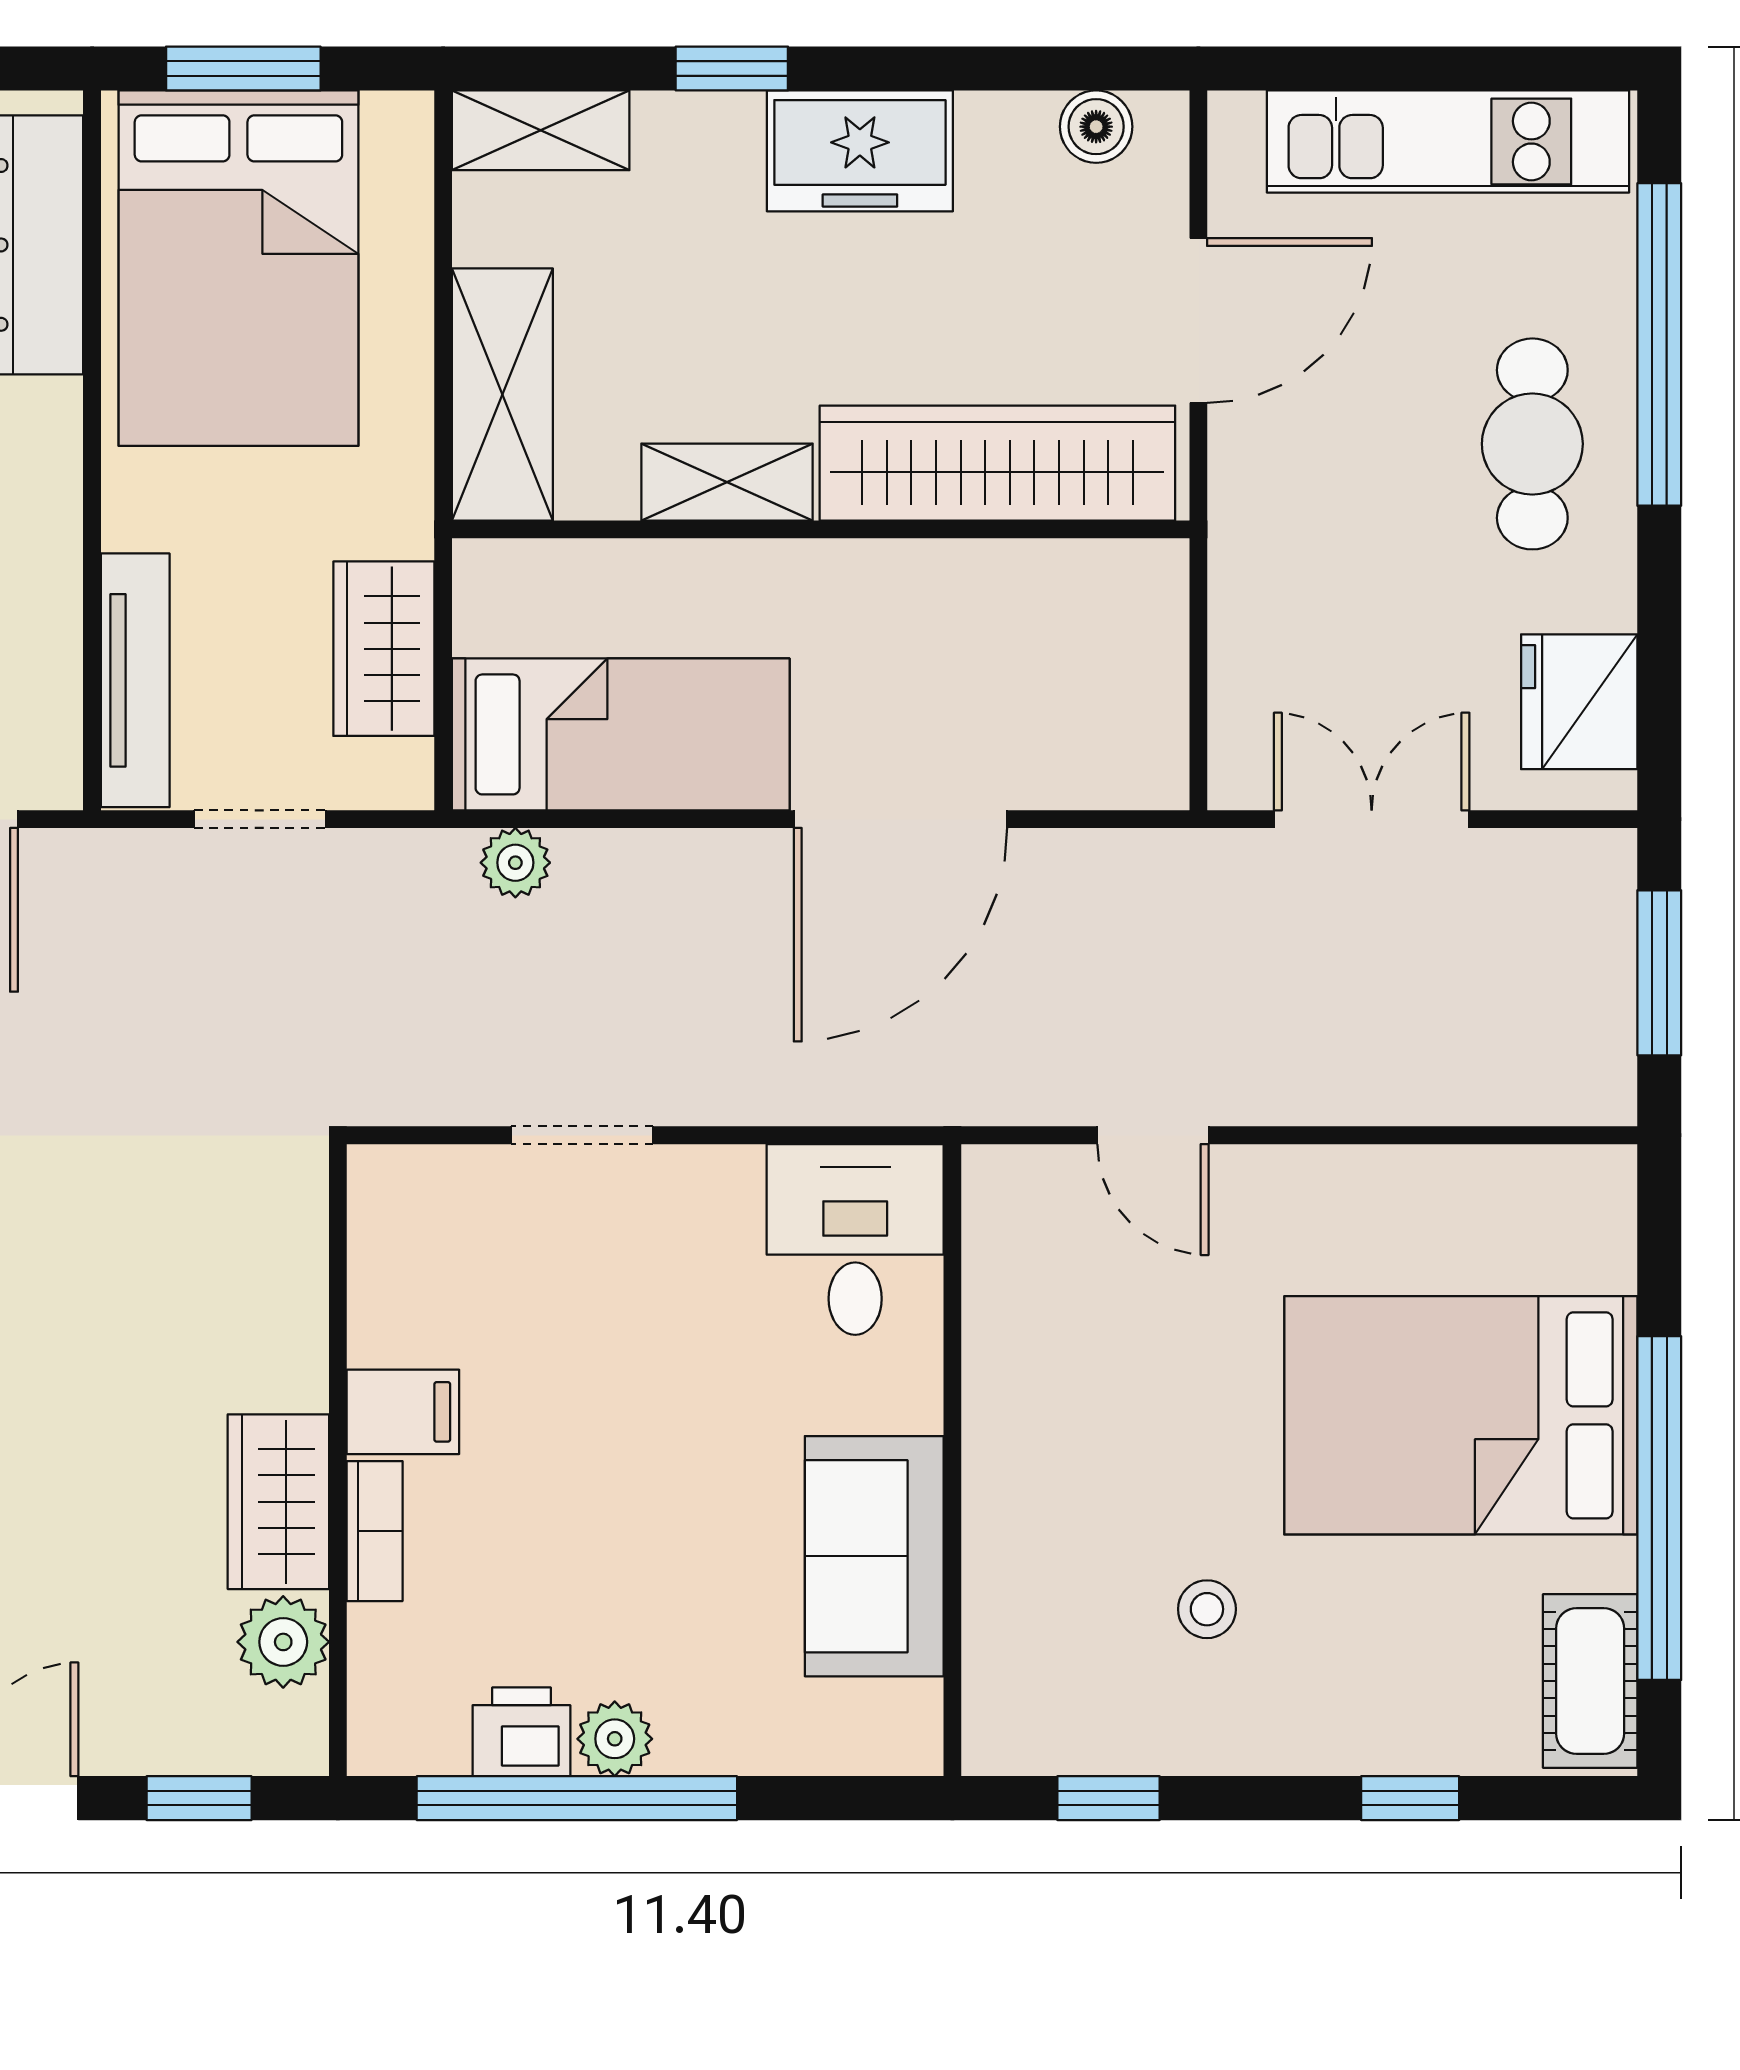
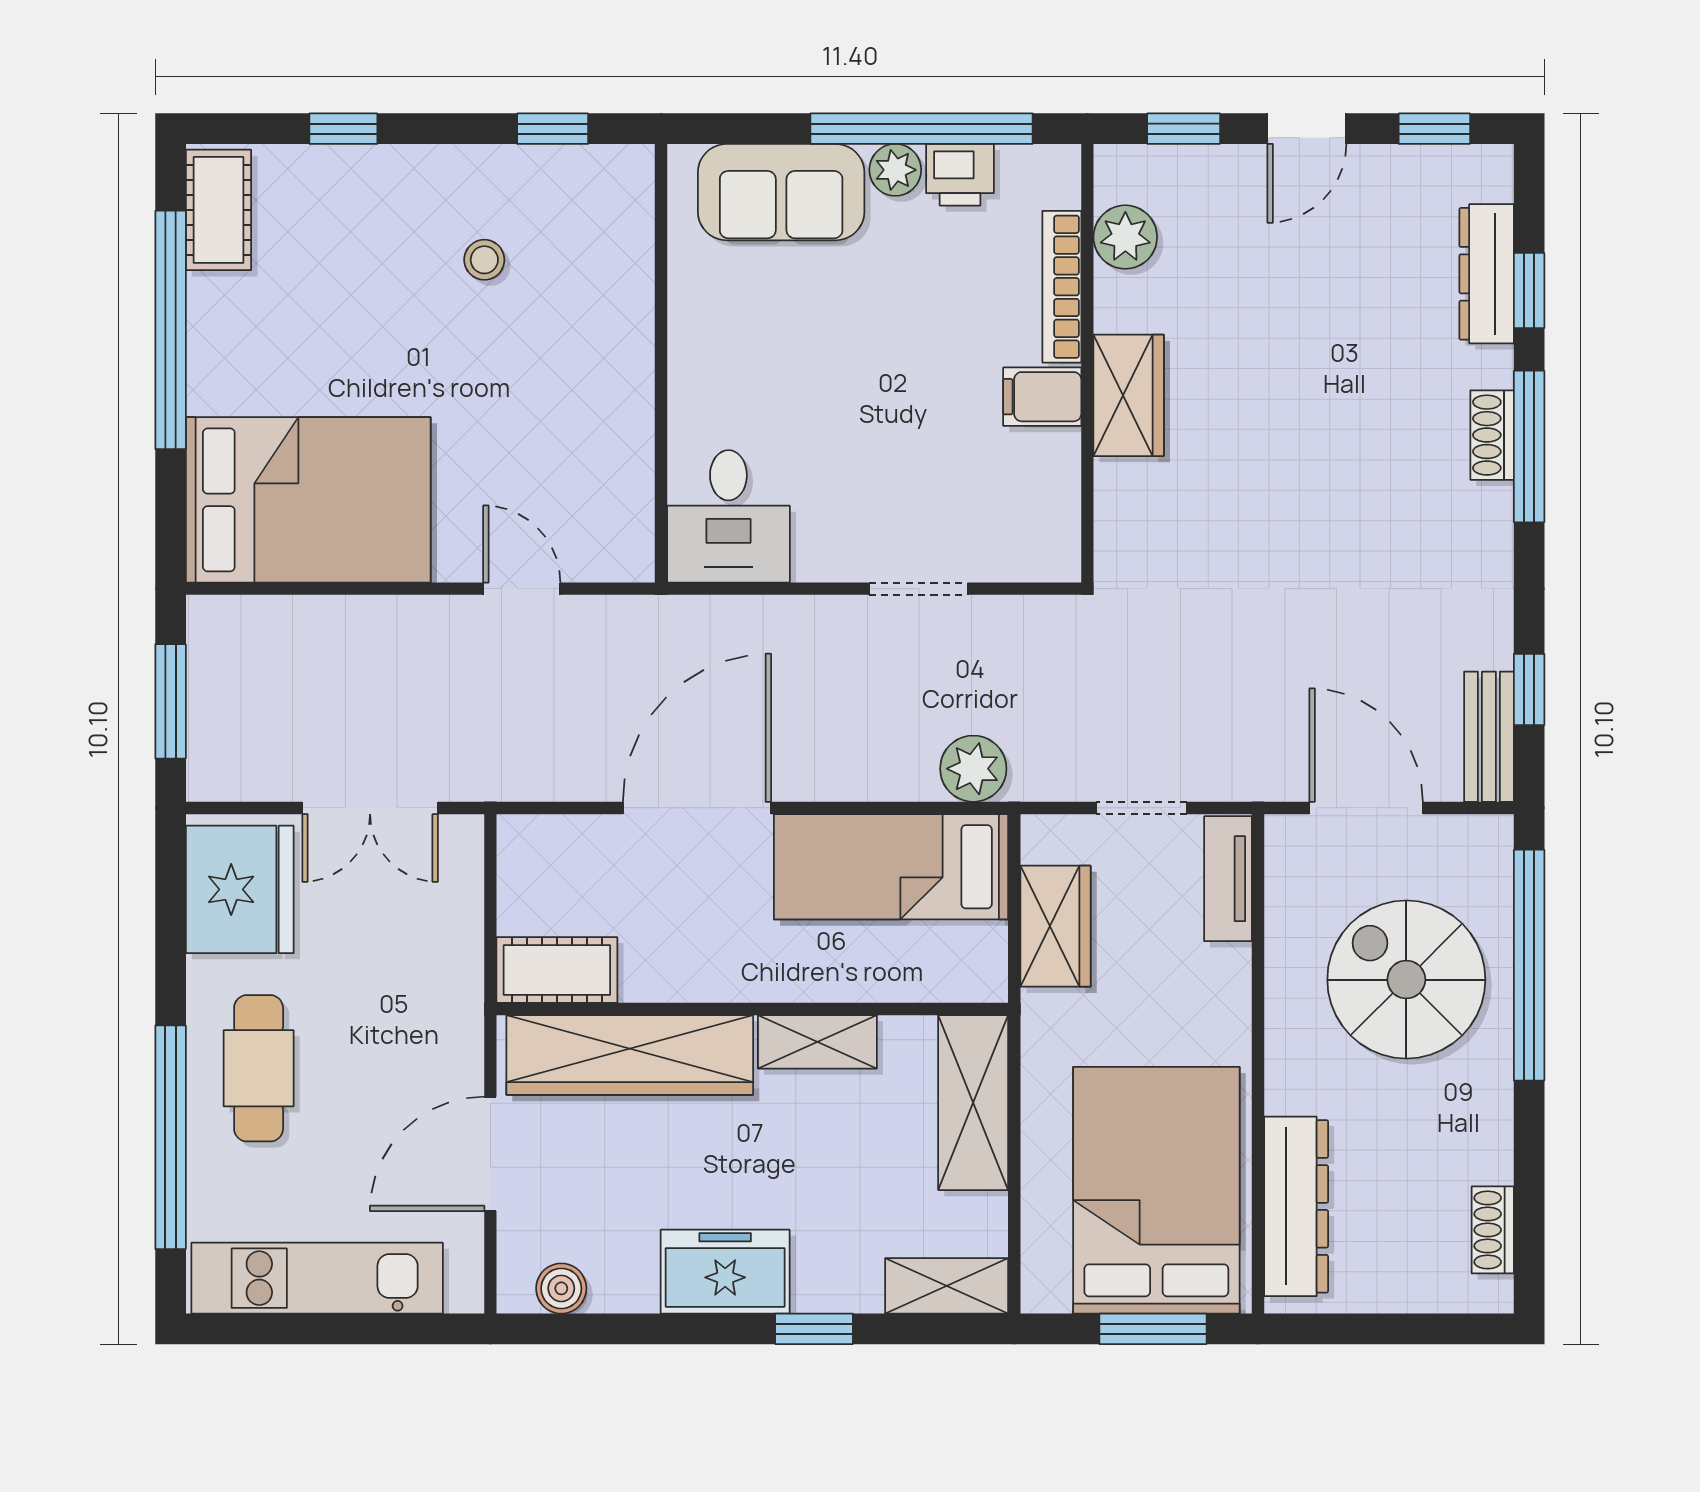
cot: (1102, 586) -> (557, 970), added
tv unit: (135, 680) -> (1228, 879), width x0.71
fridge: (1579, 702) -> (240, 889), width x1.36, depth x1.34
plant: (515, 863) -> (973, 769), width x1.38, depth x1.38
bed: (1461, 1415) -> (308, 500), moved
wardrobe: (278, 1502) -> (1129, 395), moved
bookcase: (375, 1531) -> (1062, 287), width x1.56
sofa: (874, 1556) -> (781, 192), moved, turned 90

